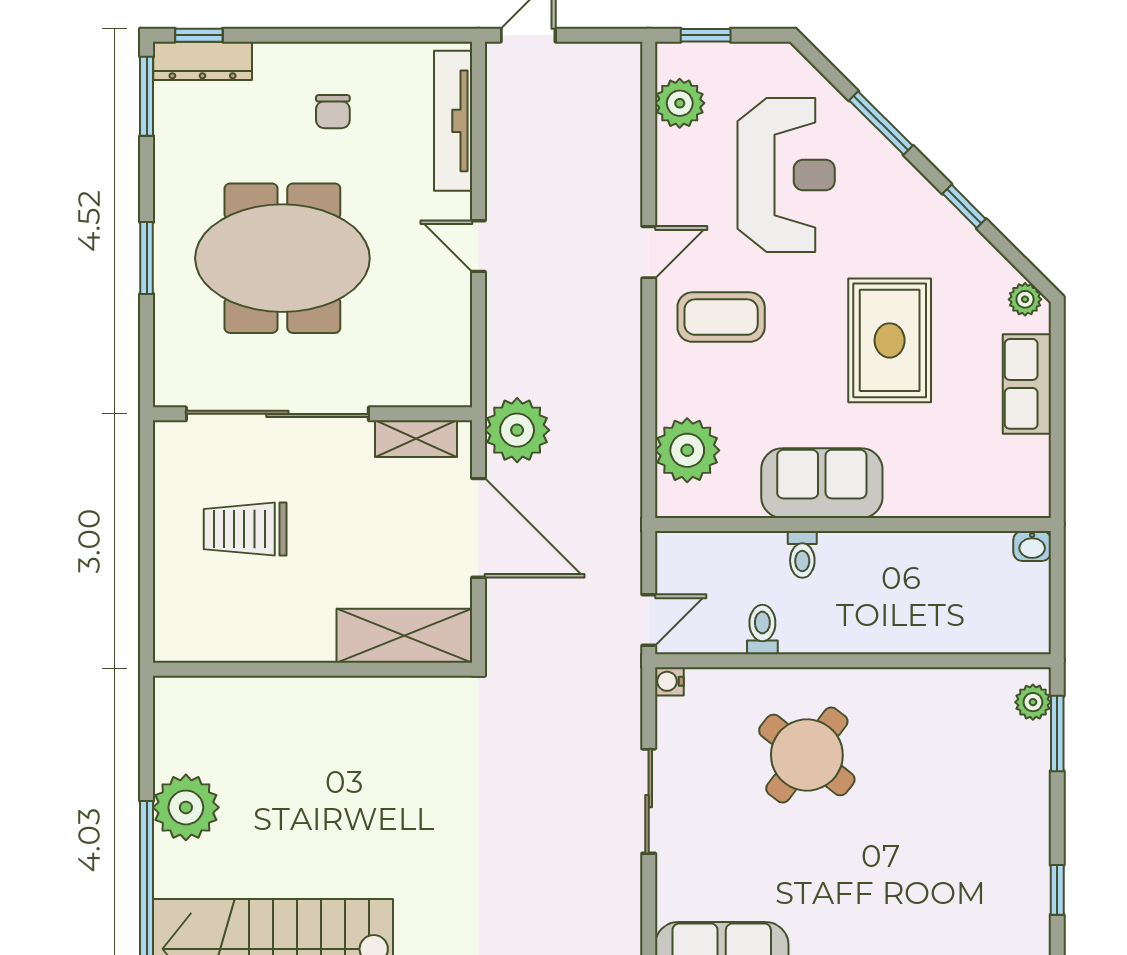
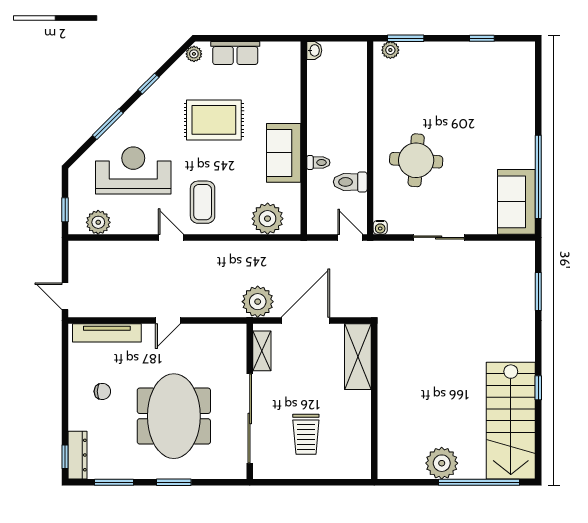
window: (147, 96) -> (114, 482), moved
toilet: (762, 629) -> (350, 182), width x1.37, depth x1.39
round table: (807, 755) -> (416, 160), turned -34

